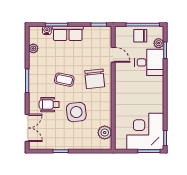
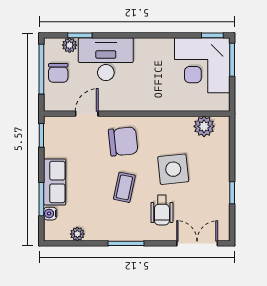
desk: (149, 62) -> (106, 59), width x1.37

